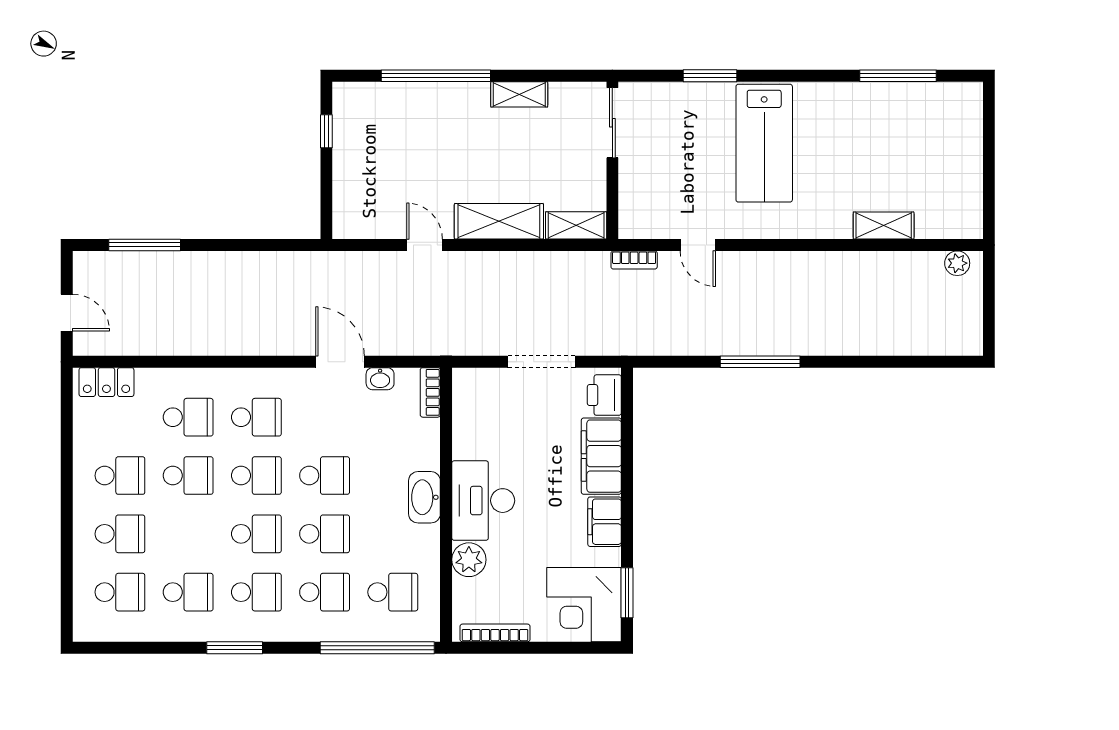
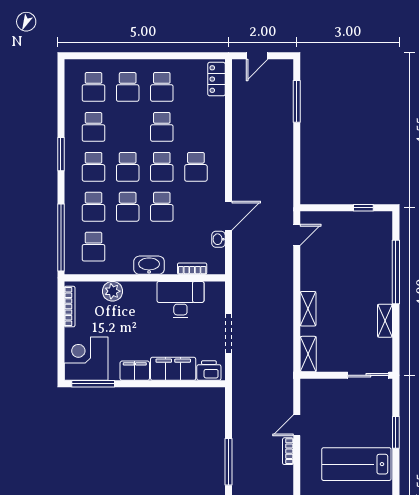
shelving: (499, 221) -> (308, 309), width x0.67, depth x0.75
door: (425, 245) -> (297, 235), moved
bookcase: (634, 260) -> (288, 451), moved
bookcase: (430, 392) -> (192, 269), moved
school desk: (188, 417) -> (196, 127), removed
desk: (483, 501) -> (180, 300), moved
window: (627, 593) -> (93, 384), width x1.44

